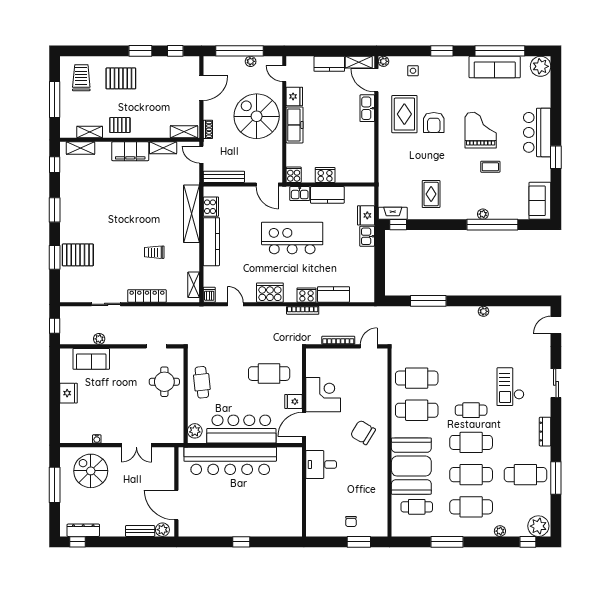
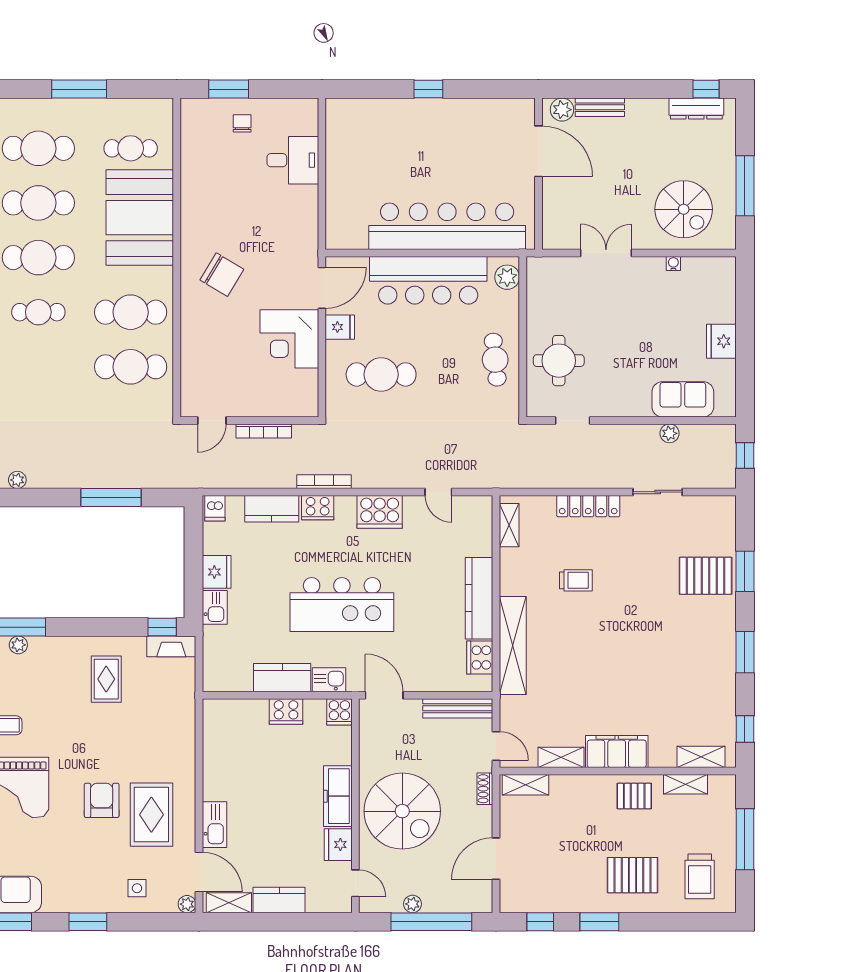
fridge: (366, 215) -> (217, 572), moved
dishwasher: (209, 295) -> (215, 508), moved
desk: (321, 465) -> (293, 160), moved

